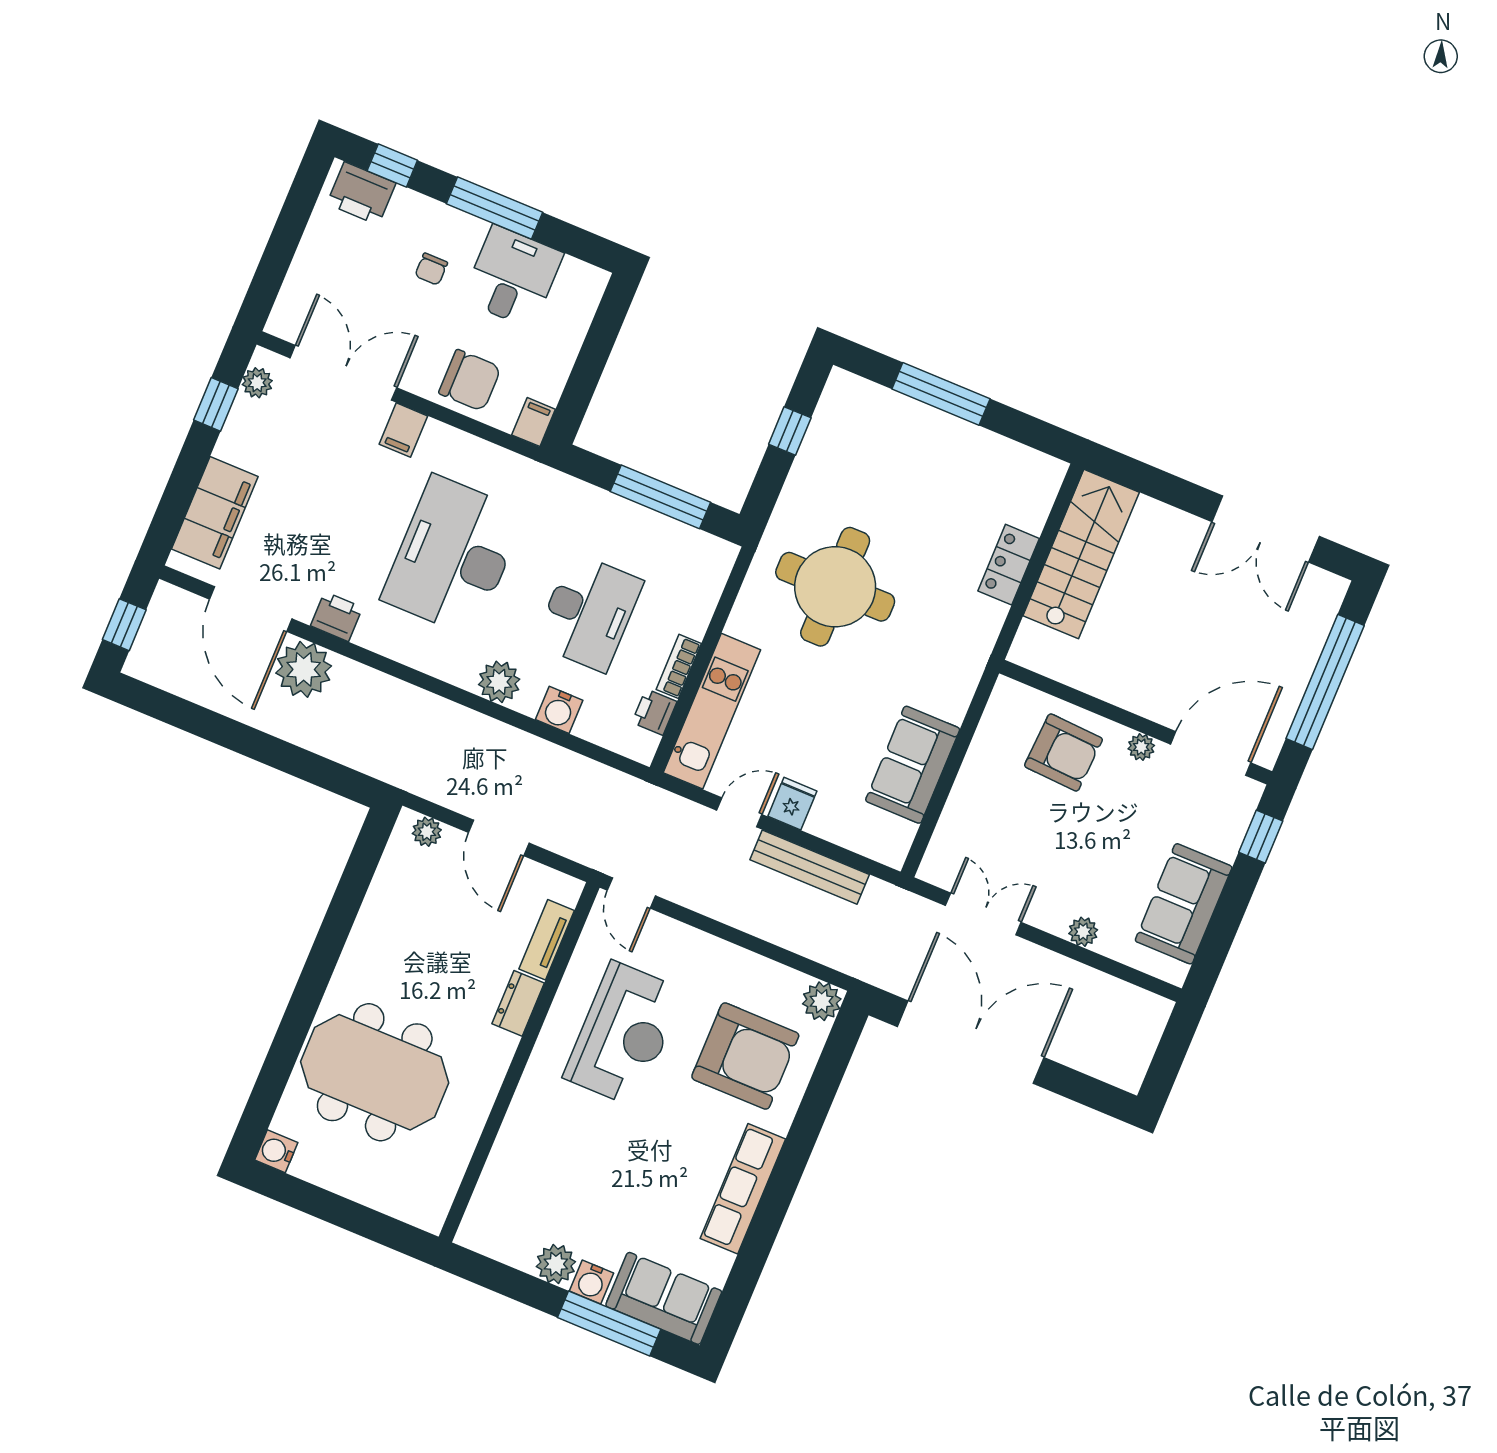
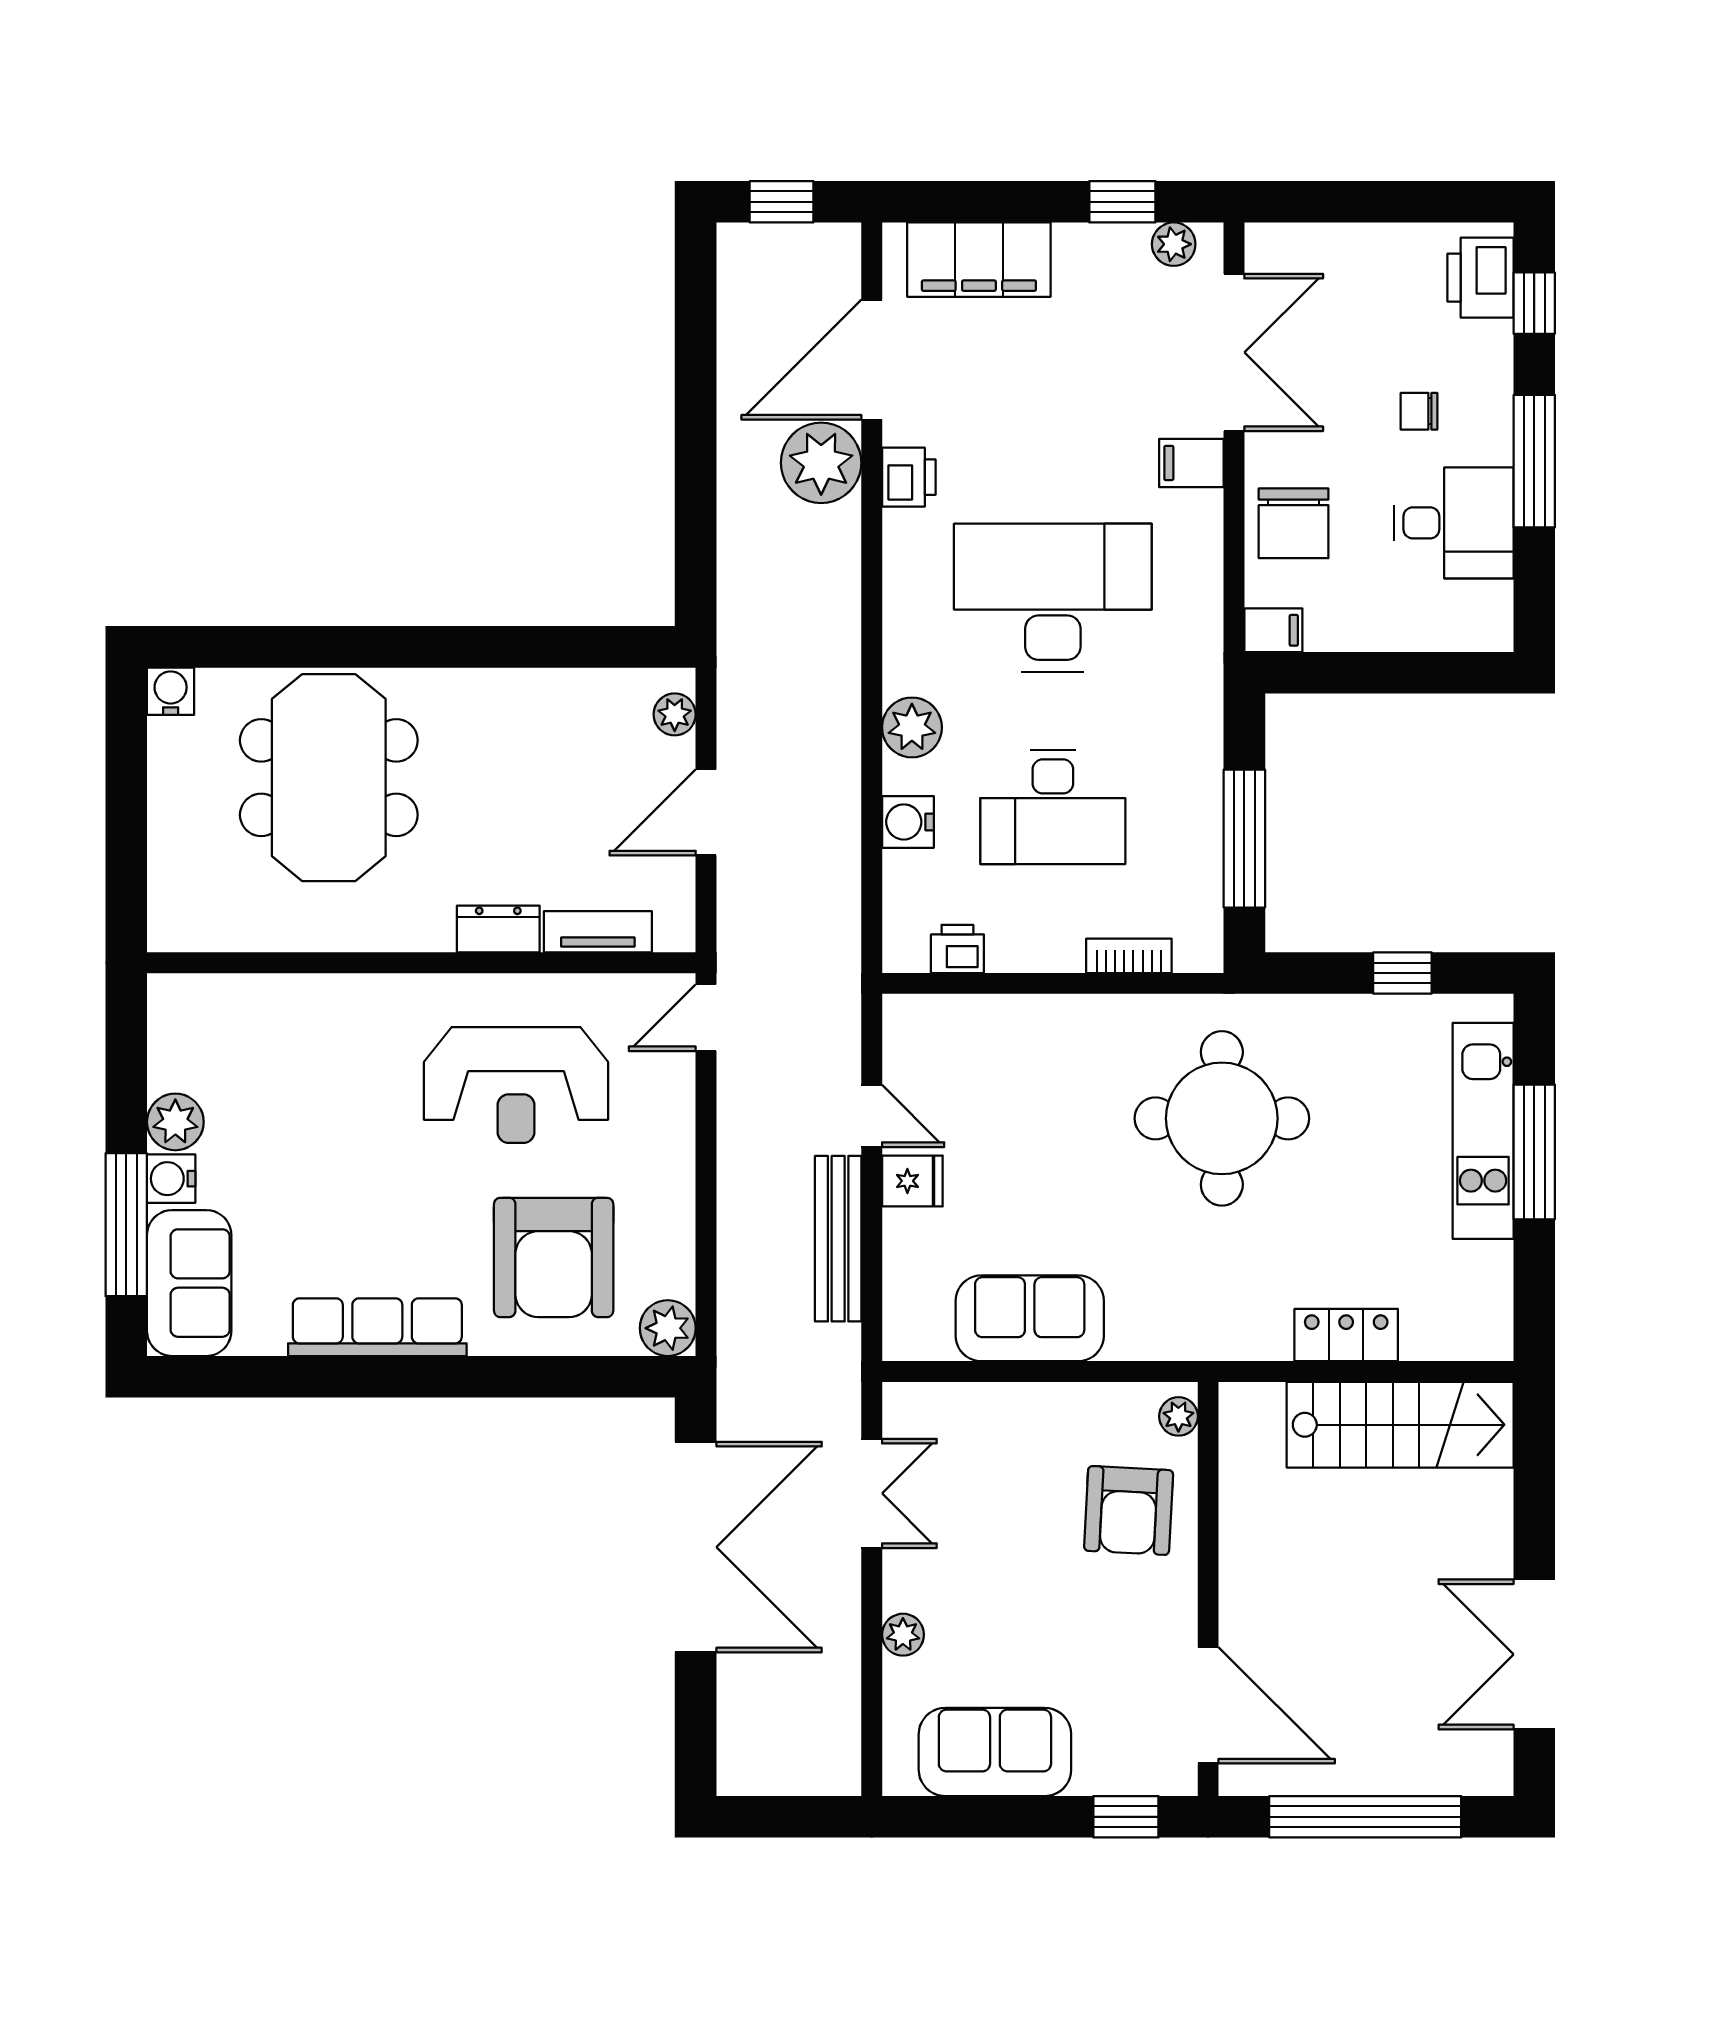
bookcase: (679, 666) -> (1129, 956), moved
kitchen unit: (712, 711) -> (1483, 1131), moved, turned 90
plant: (1141, 747) -> (1178, 1416), moved

